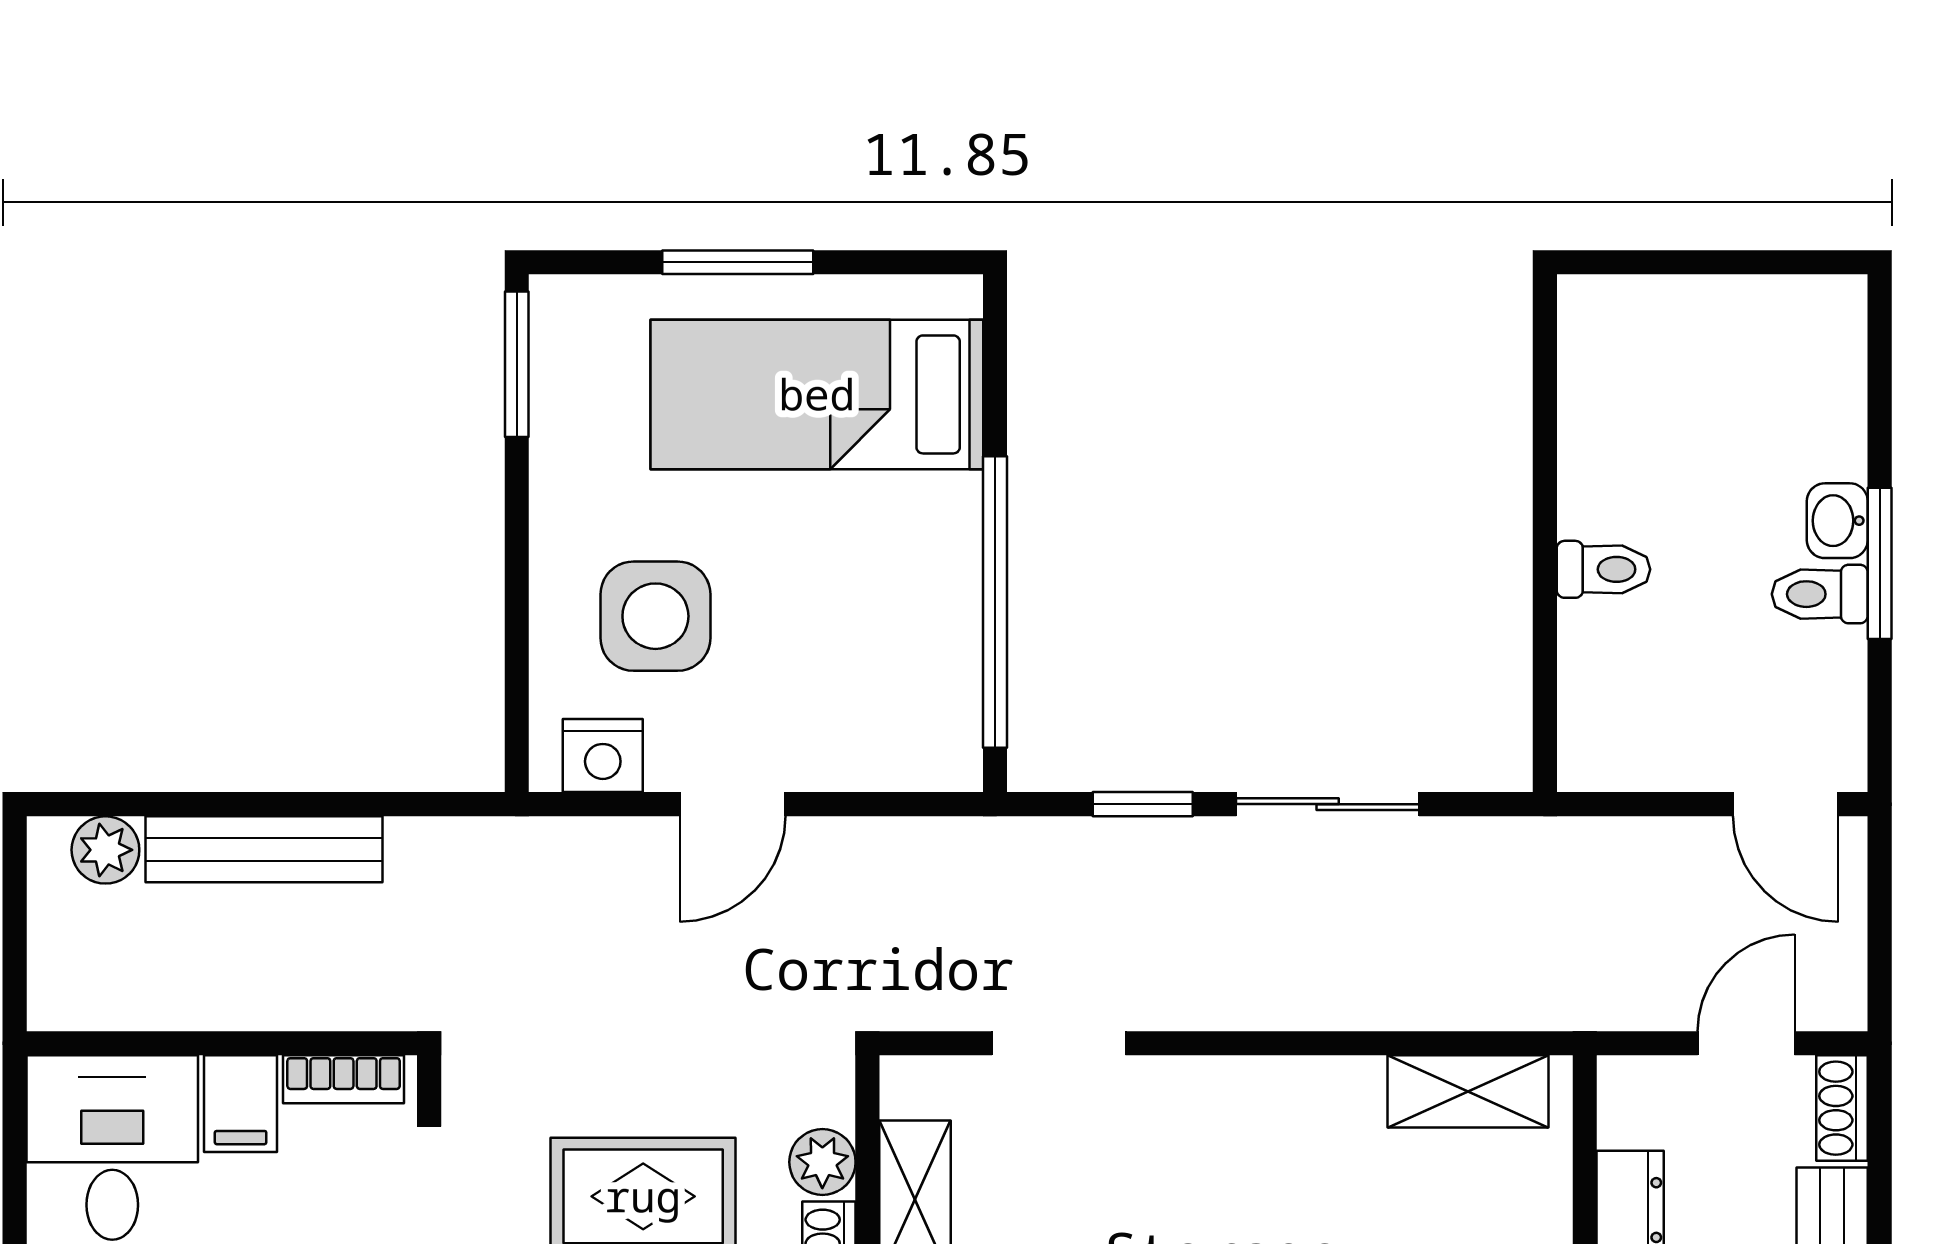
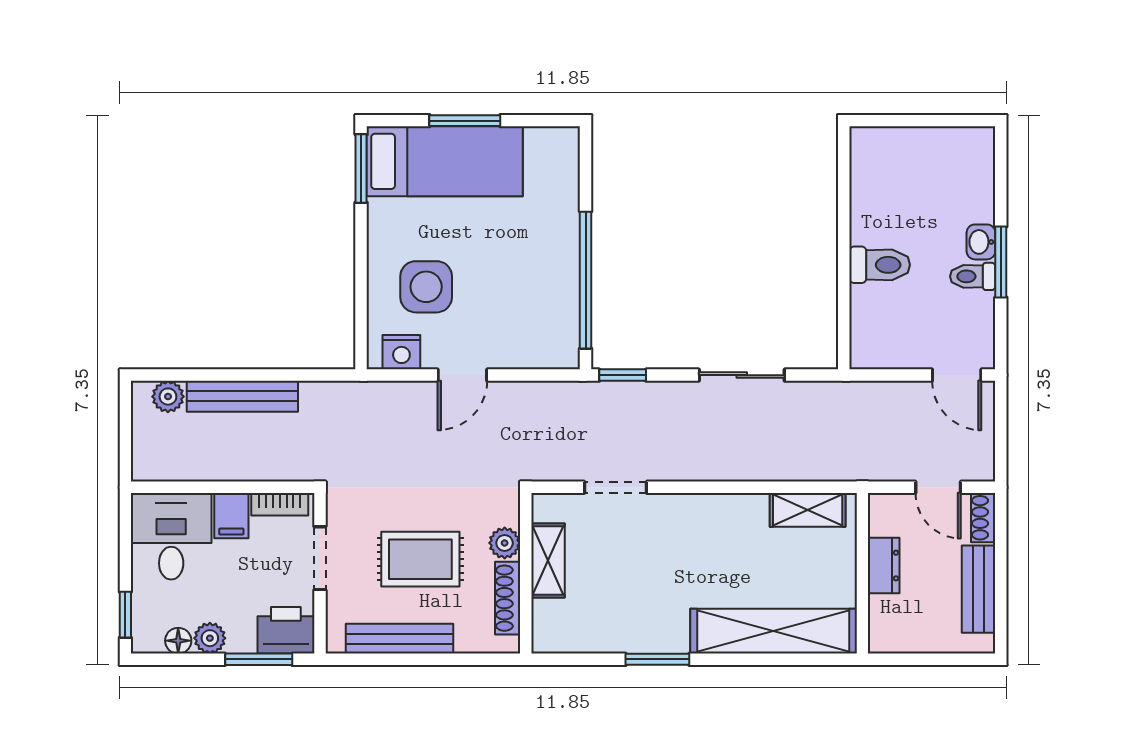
bed: (817, 394) -> (445, 161), moved, turned 180
toilet: (1603, 569) -> (880, 265), width x1.37, depth x1.39
window: (1143, 804) -> (623, 375), moved
door: (1746, 1043) -> (938, 487), swing flipped

